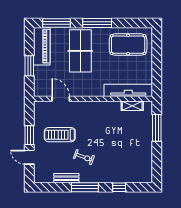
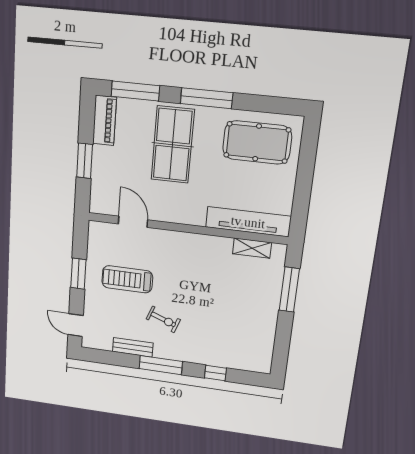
piano: (42, 46) -> (105, 120), width x0.73, depth x0.75
door: (29, 157) -> (76, 325), moved

